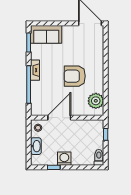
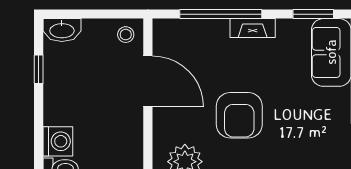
armchair: (75, 76) -> (239, 115), turned 180
washbasin: (36, 146) -> (62, 30), moved
washing machine: (64, 159) -> (58, 141), moved

